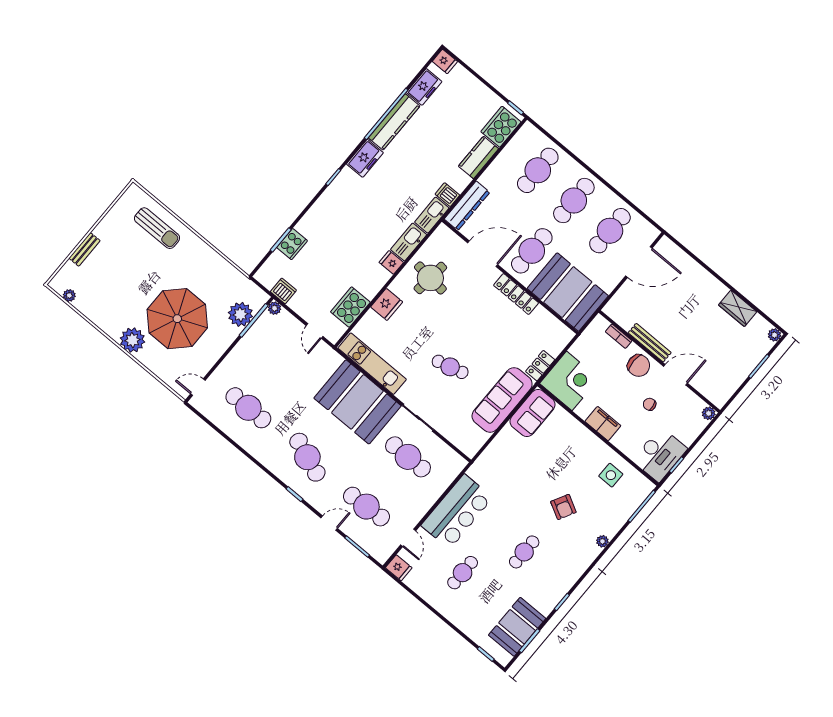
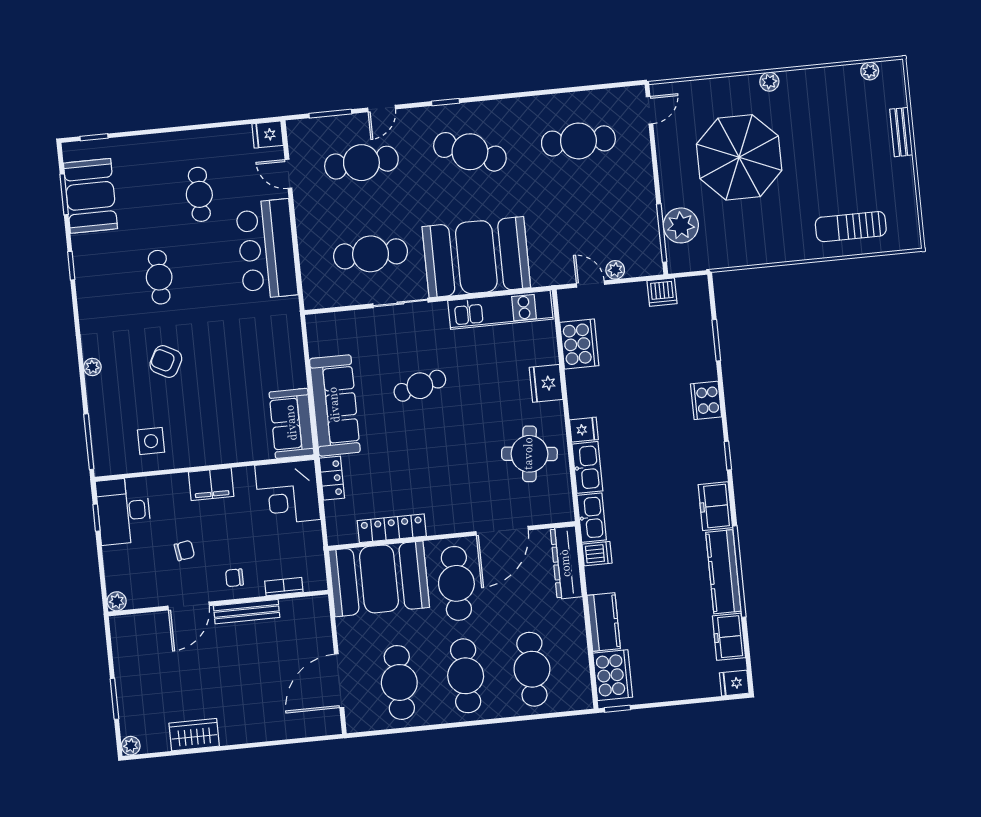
cooker: (292, 244) -> (706, 400), moved
locker: (516, 294) -> (392, 528), moved
plant: (274, 308) -> (615, 270), moved
plant: (132, 340) -> (769, 82), width x0.53, depth x0.53
chair: (639, 366) -> (234, 578), width x0.54, depth x0.54

